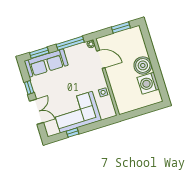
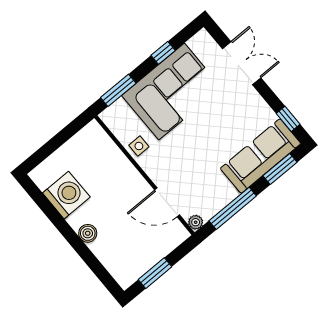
boiler: (143, 65) -> (88, 233), width x0.54, depth x0.54
window: (29, 88) -> (288, 119), moved
double door: (37, 112) -> (242, 63), swing flipped
window: (102, 124) -> (118, 90), added

